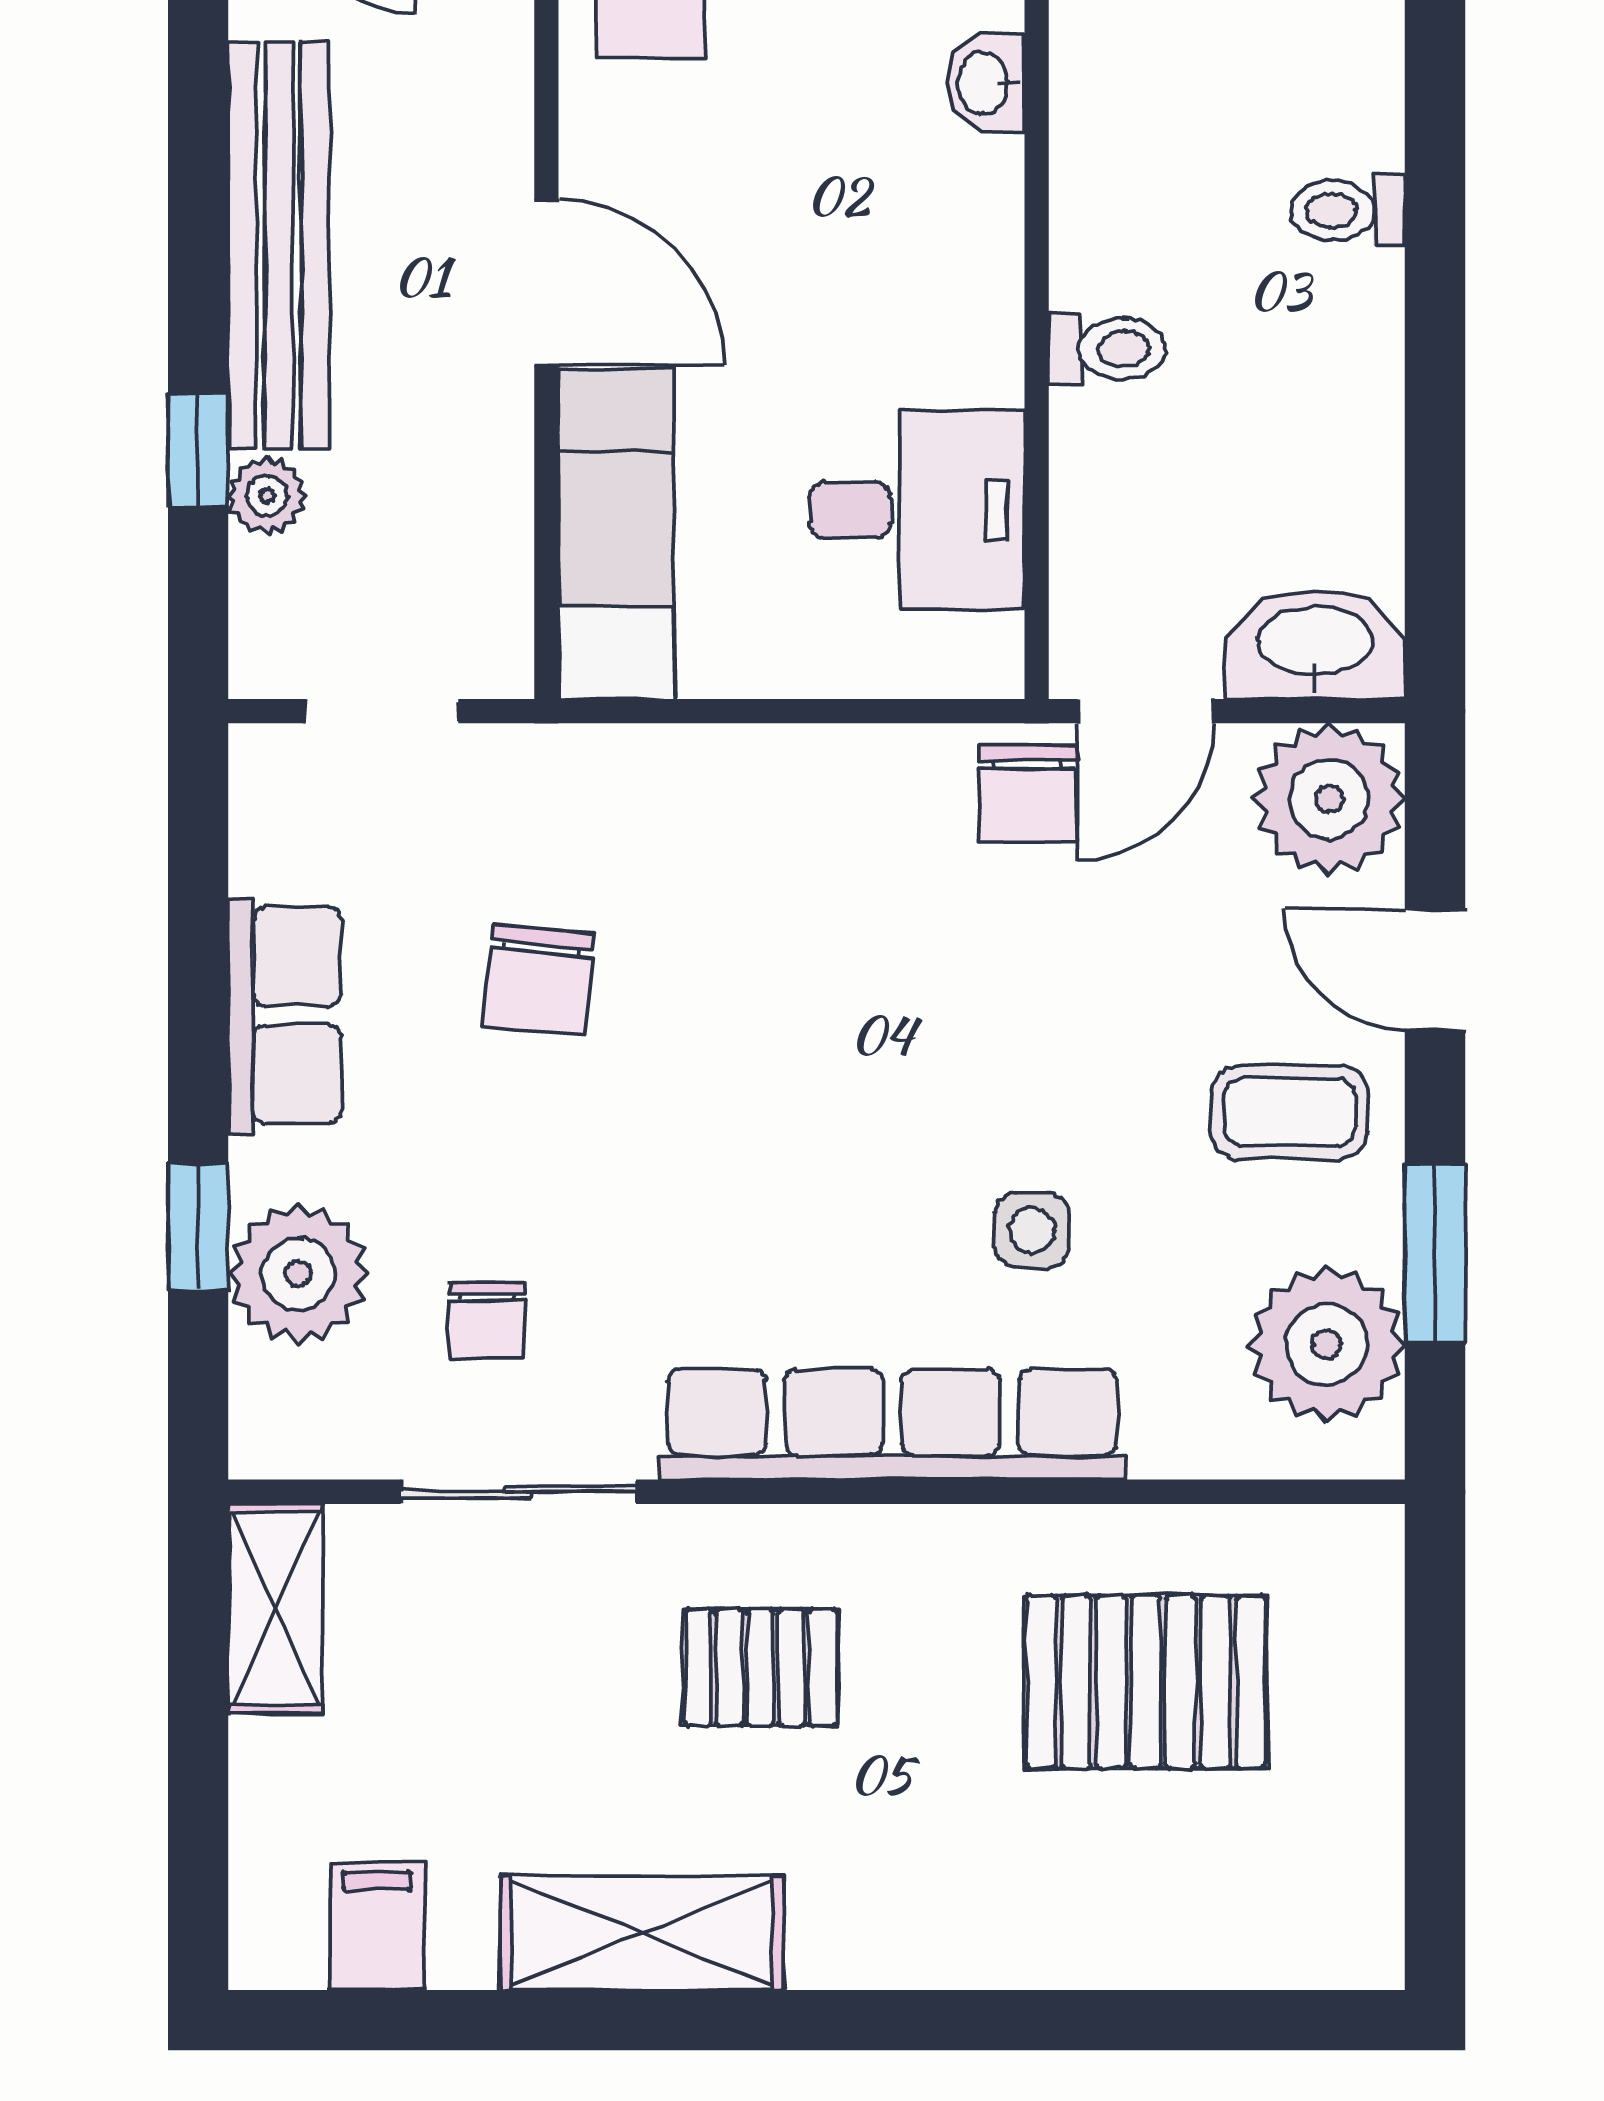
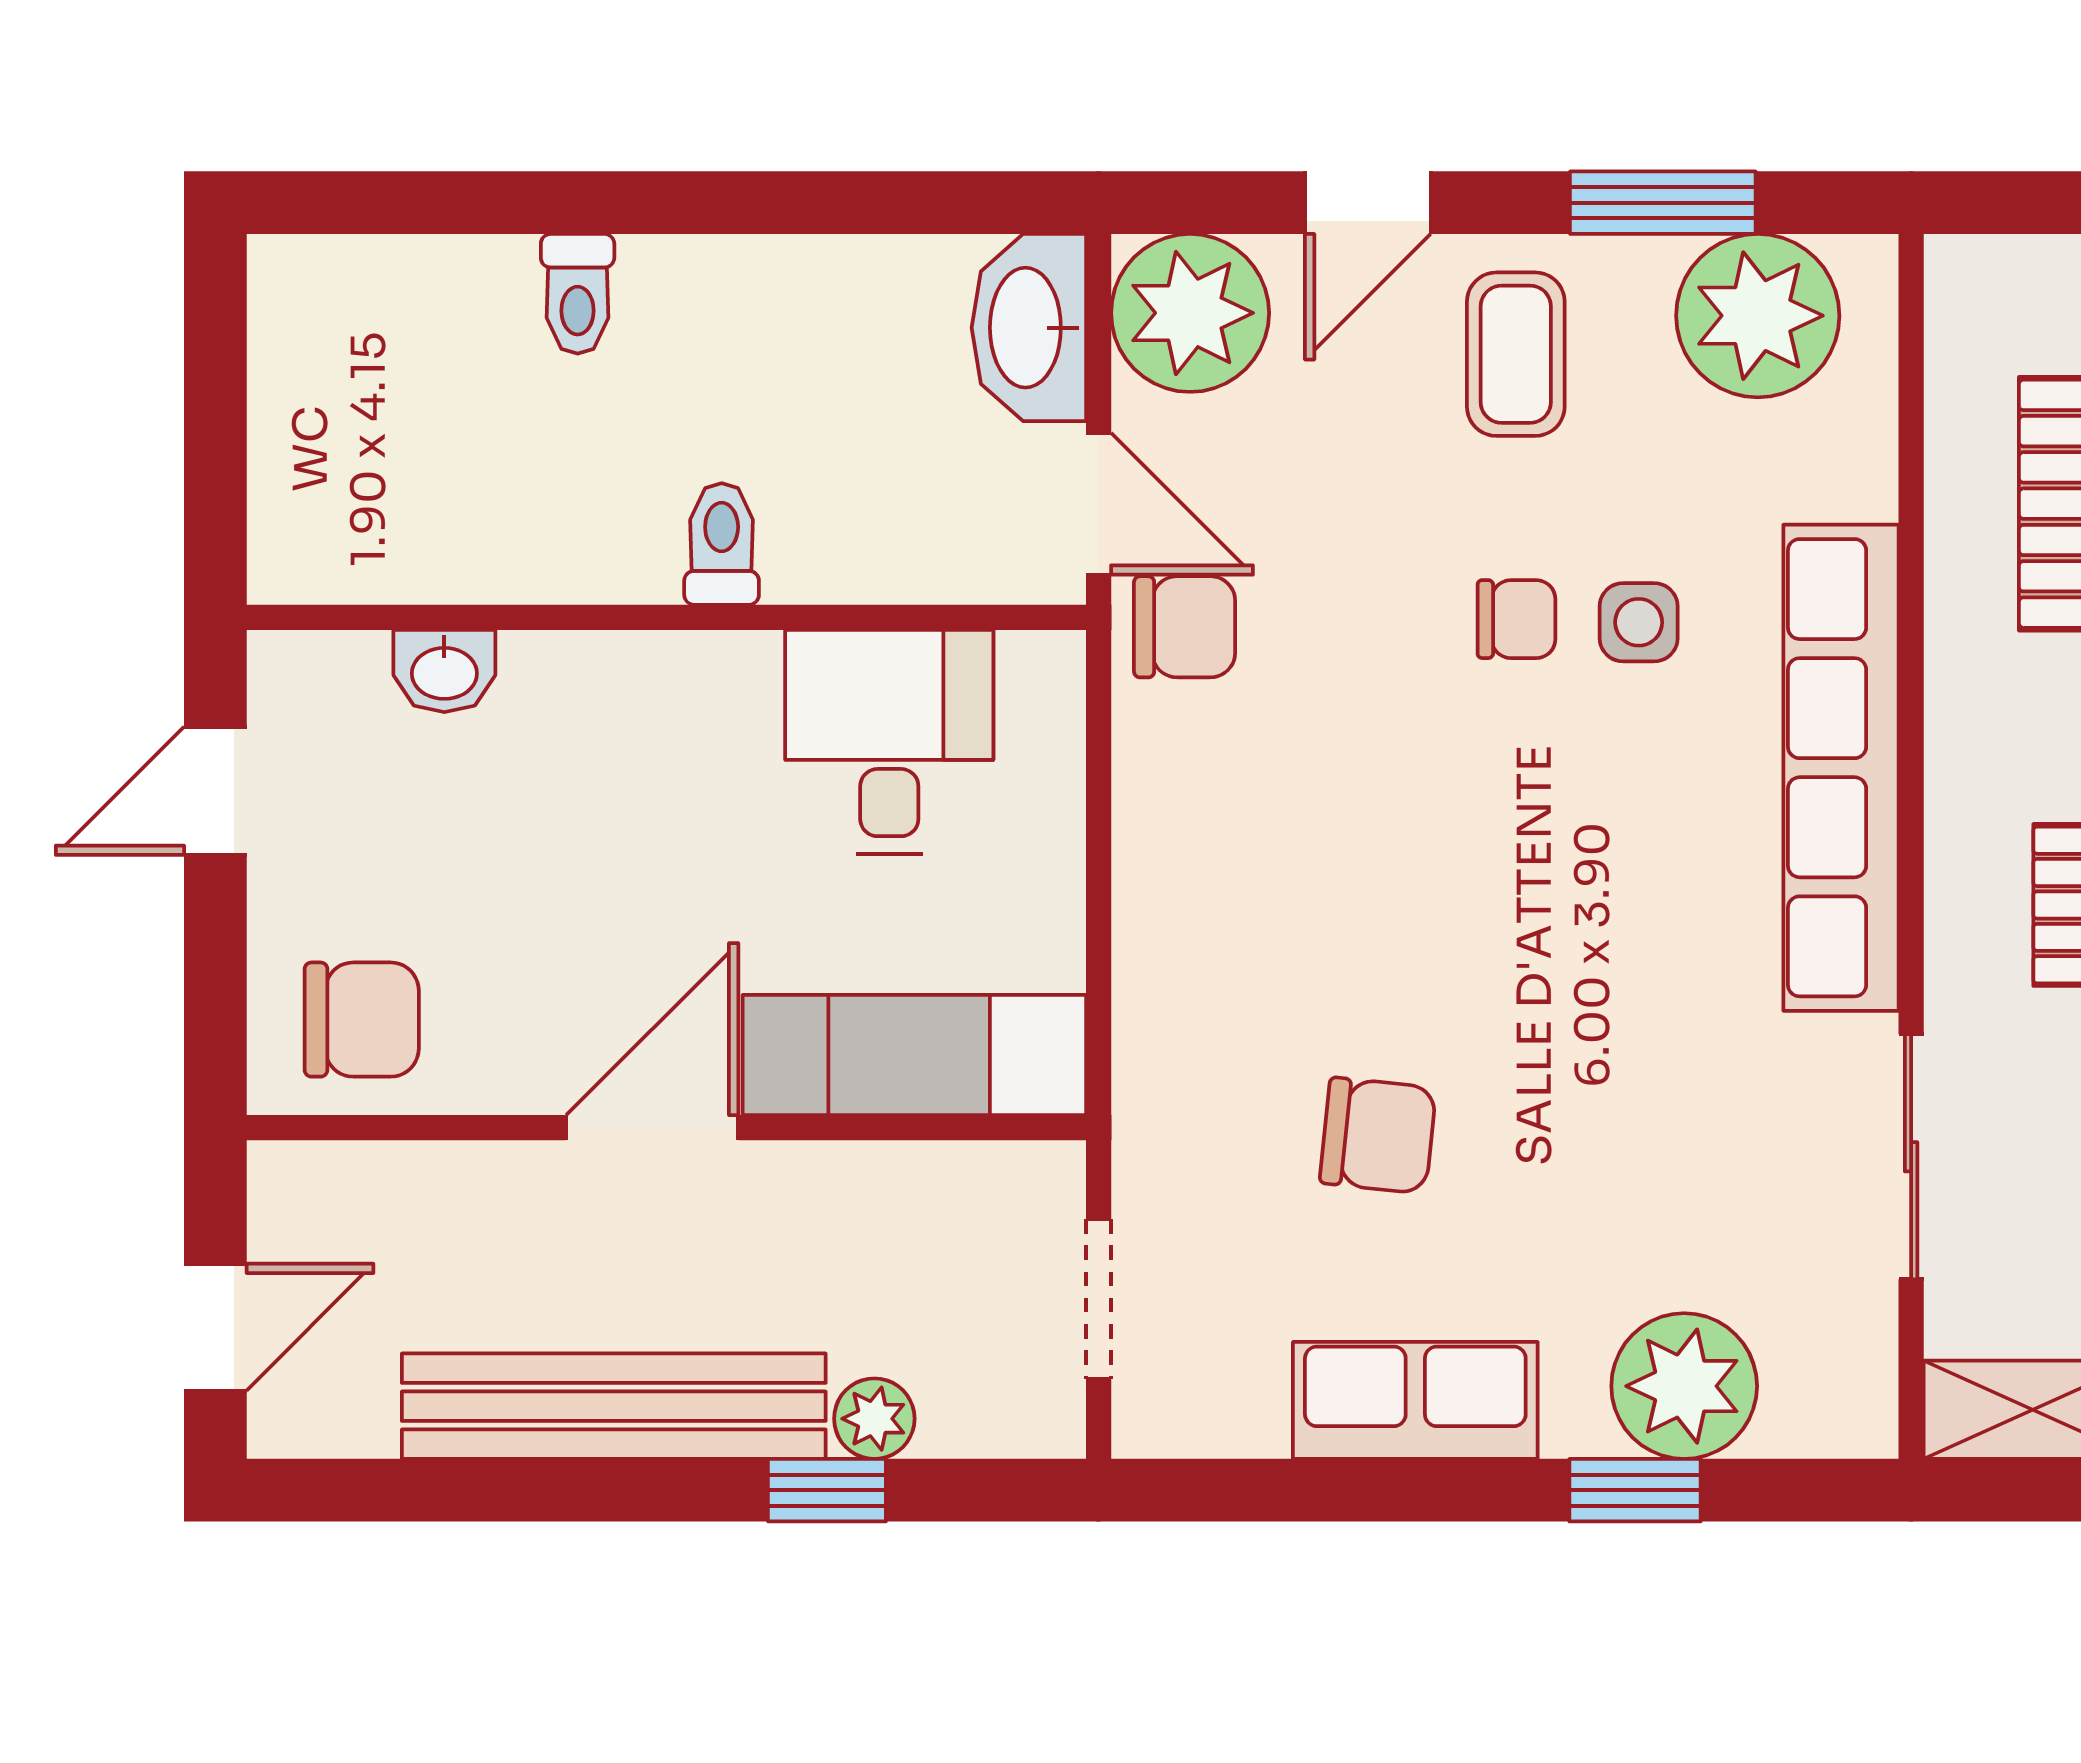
chair: (487, 1320) -> (1516, 619), moved

